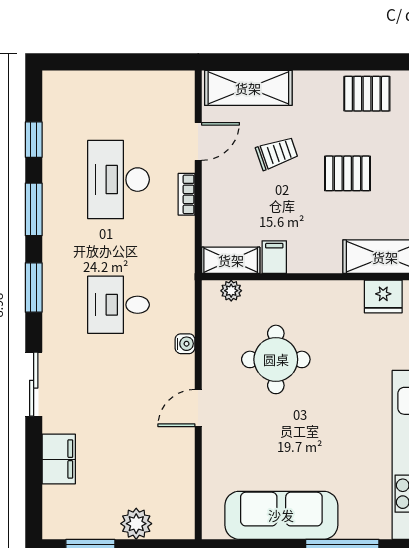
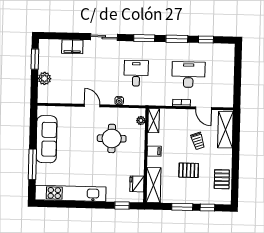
pallet: (347, 173) -> (189, 170), turned 90
filing cabinet: (274, 257) -> (154, 151), moved

